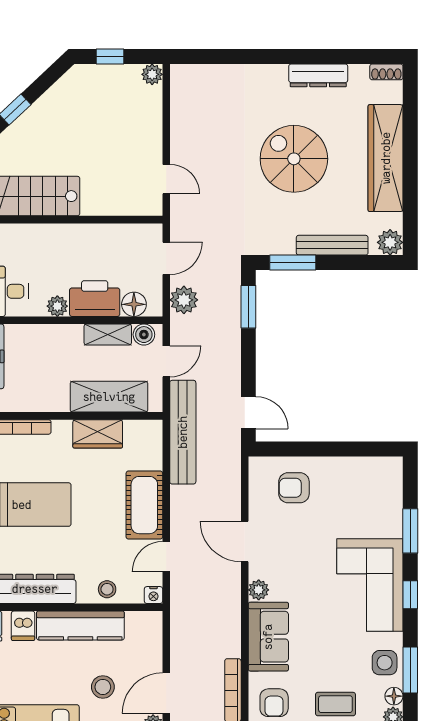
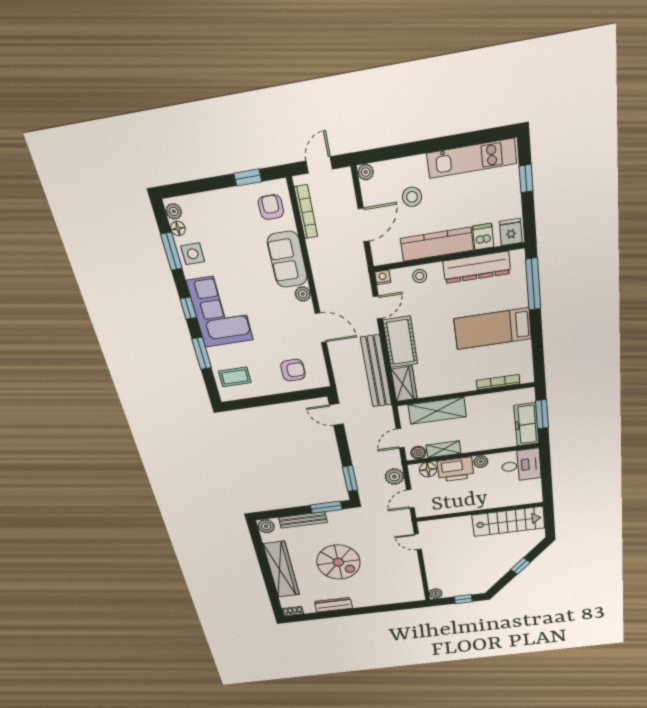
bench: (183, 432) -> (376, 371), moved
wardrobe: (98, 434) -> (404, 384), moved, turned 90
door: (166, 693) -> (364, 225), moved
coffee table: (335, 704) -> (235, 377), moved

